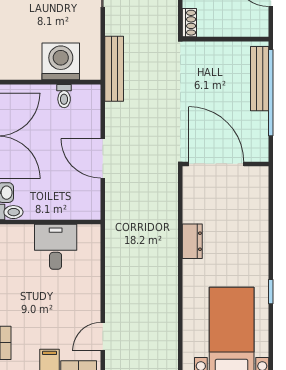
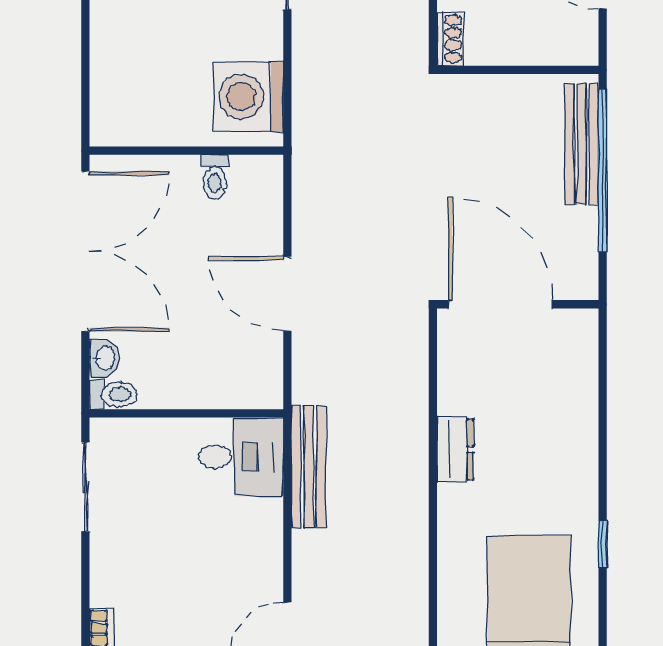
washing machine: (61, 61) -> (248, 97), moved, turned -90
bench: (114, 69) -> (309, 467), moved
desk: (56, 247) -> (241, 457), moved, turned 90

